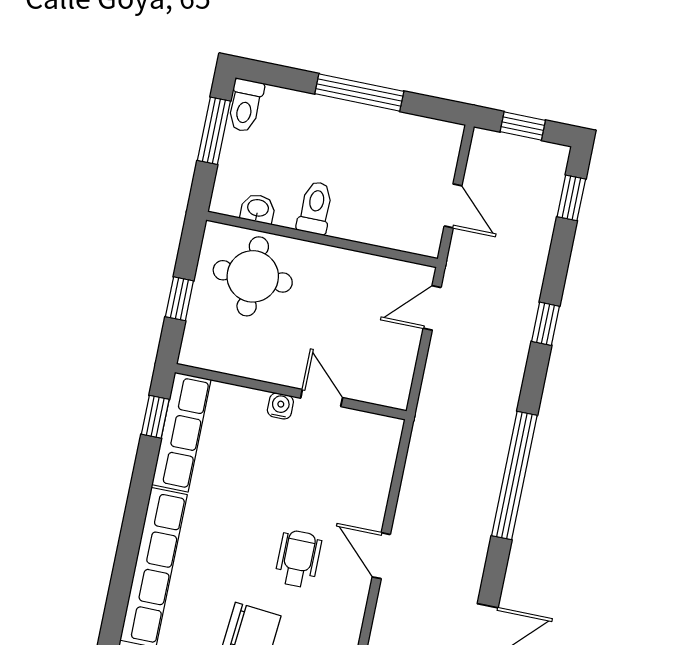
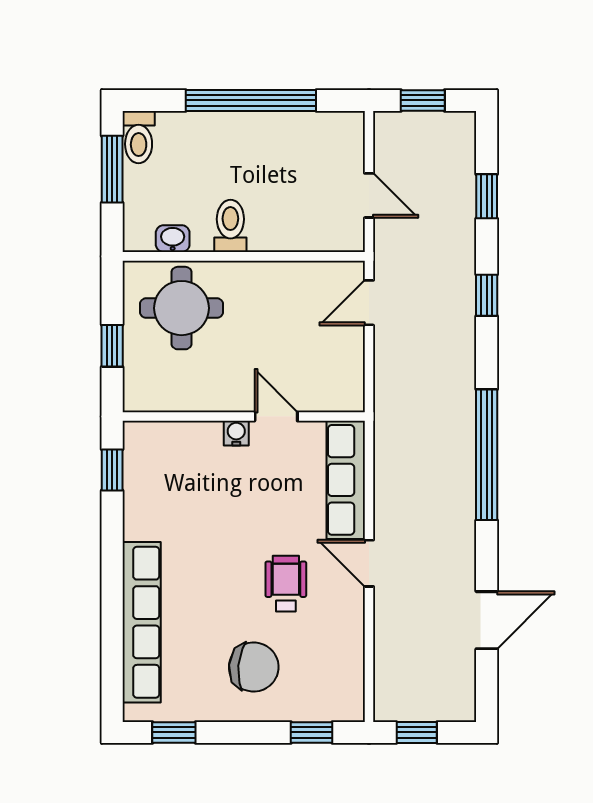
window: (359, 92) -> (251, 100), width x1.46
window: (571, 198) -> (487, 196), moved
row of seats: (181, 432) -> (346, 480), moved, turned 180

